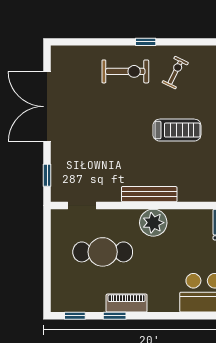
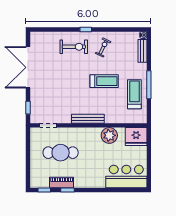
plant: (153, 223) -> (109, 135), moved
piano: (127, 303) -> (62, 183), moved

